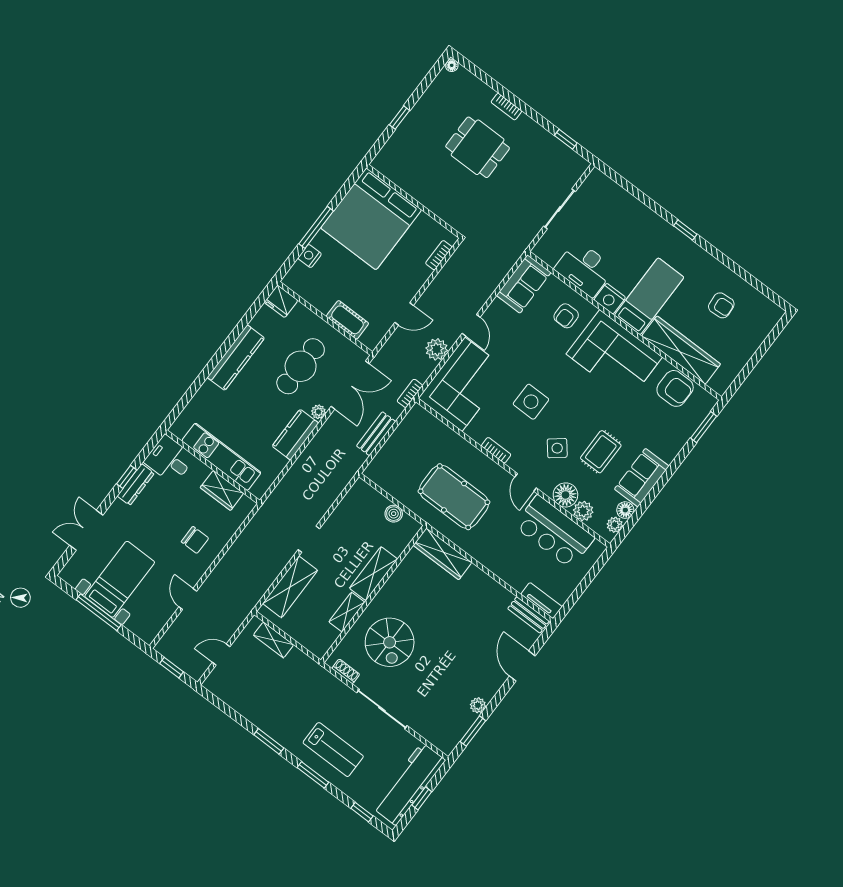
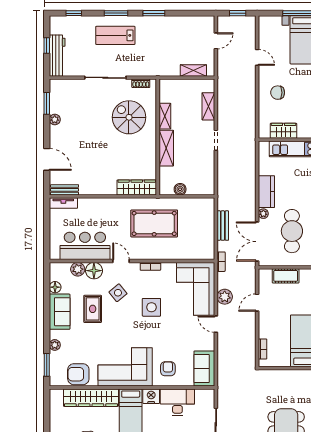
plant: (615, 525) -> (55, 345), moved
shelving: (290, 587) -> (208, 106), width x0.67, depth x0.75
workbench: (409, 784) -> (57, 56), width x0.73, depth x0.76

